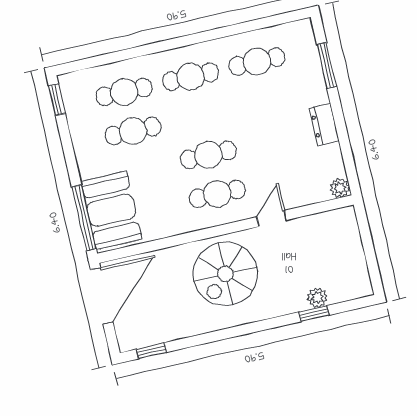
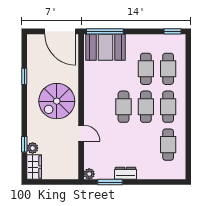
window: (327, 65) -> (110, 182), moved
cafe table: (217, 194) -> (146, 107), moved
spiral stairs: (225, 274) -> (57, 101), turned -90
wardrobe: (350, 287) -> (34, 167), added
window: (152, 351) -> (24, 76), moved

